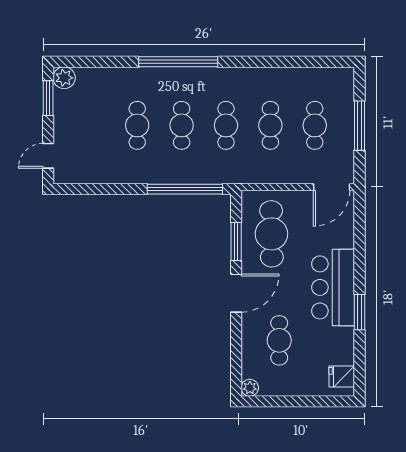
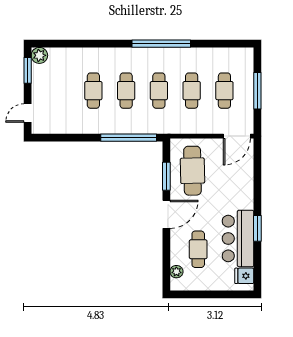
window: (178, 62) -> (161, 44), moved
bar counter: (333, 287) -> (238, 238), moved
plant: (250, 388) -> (176, 272), moved

